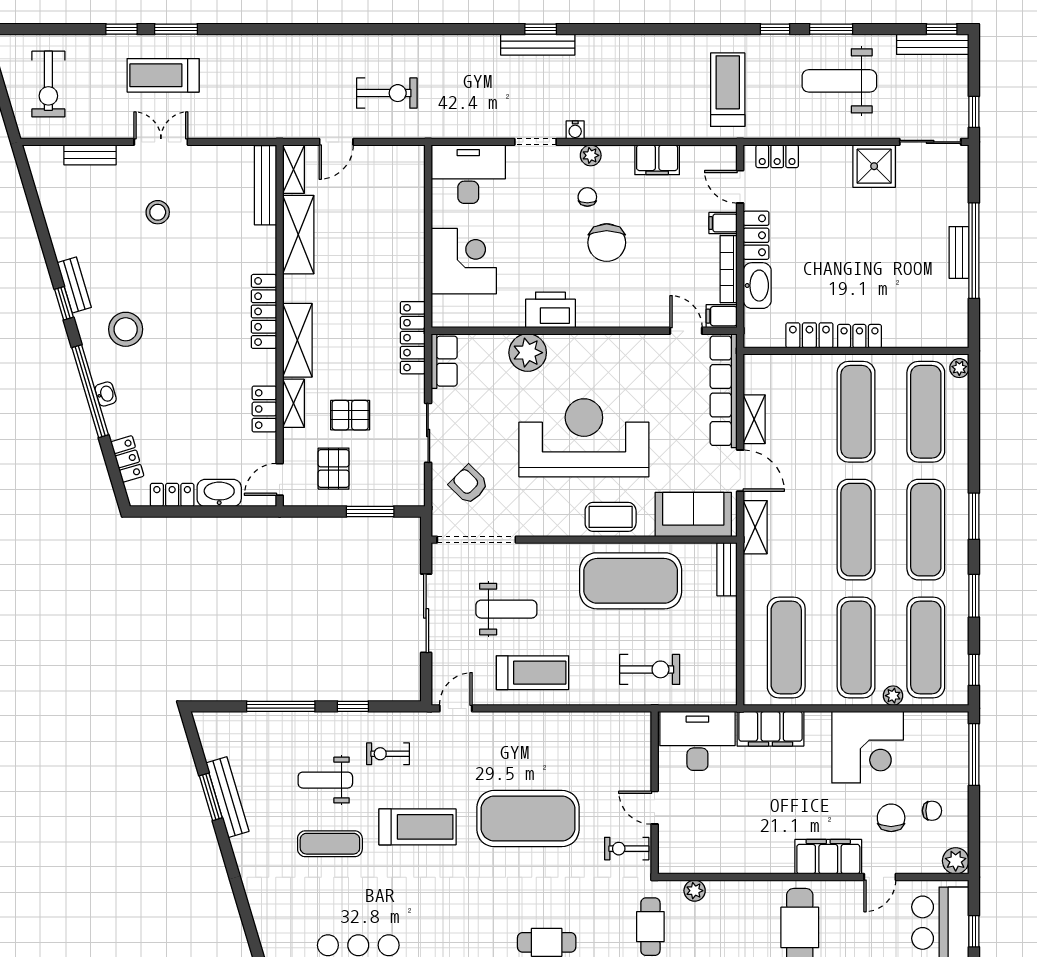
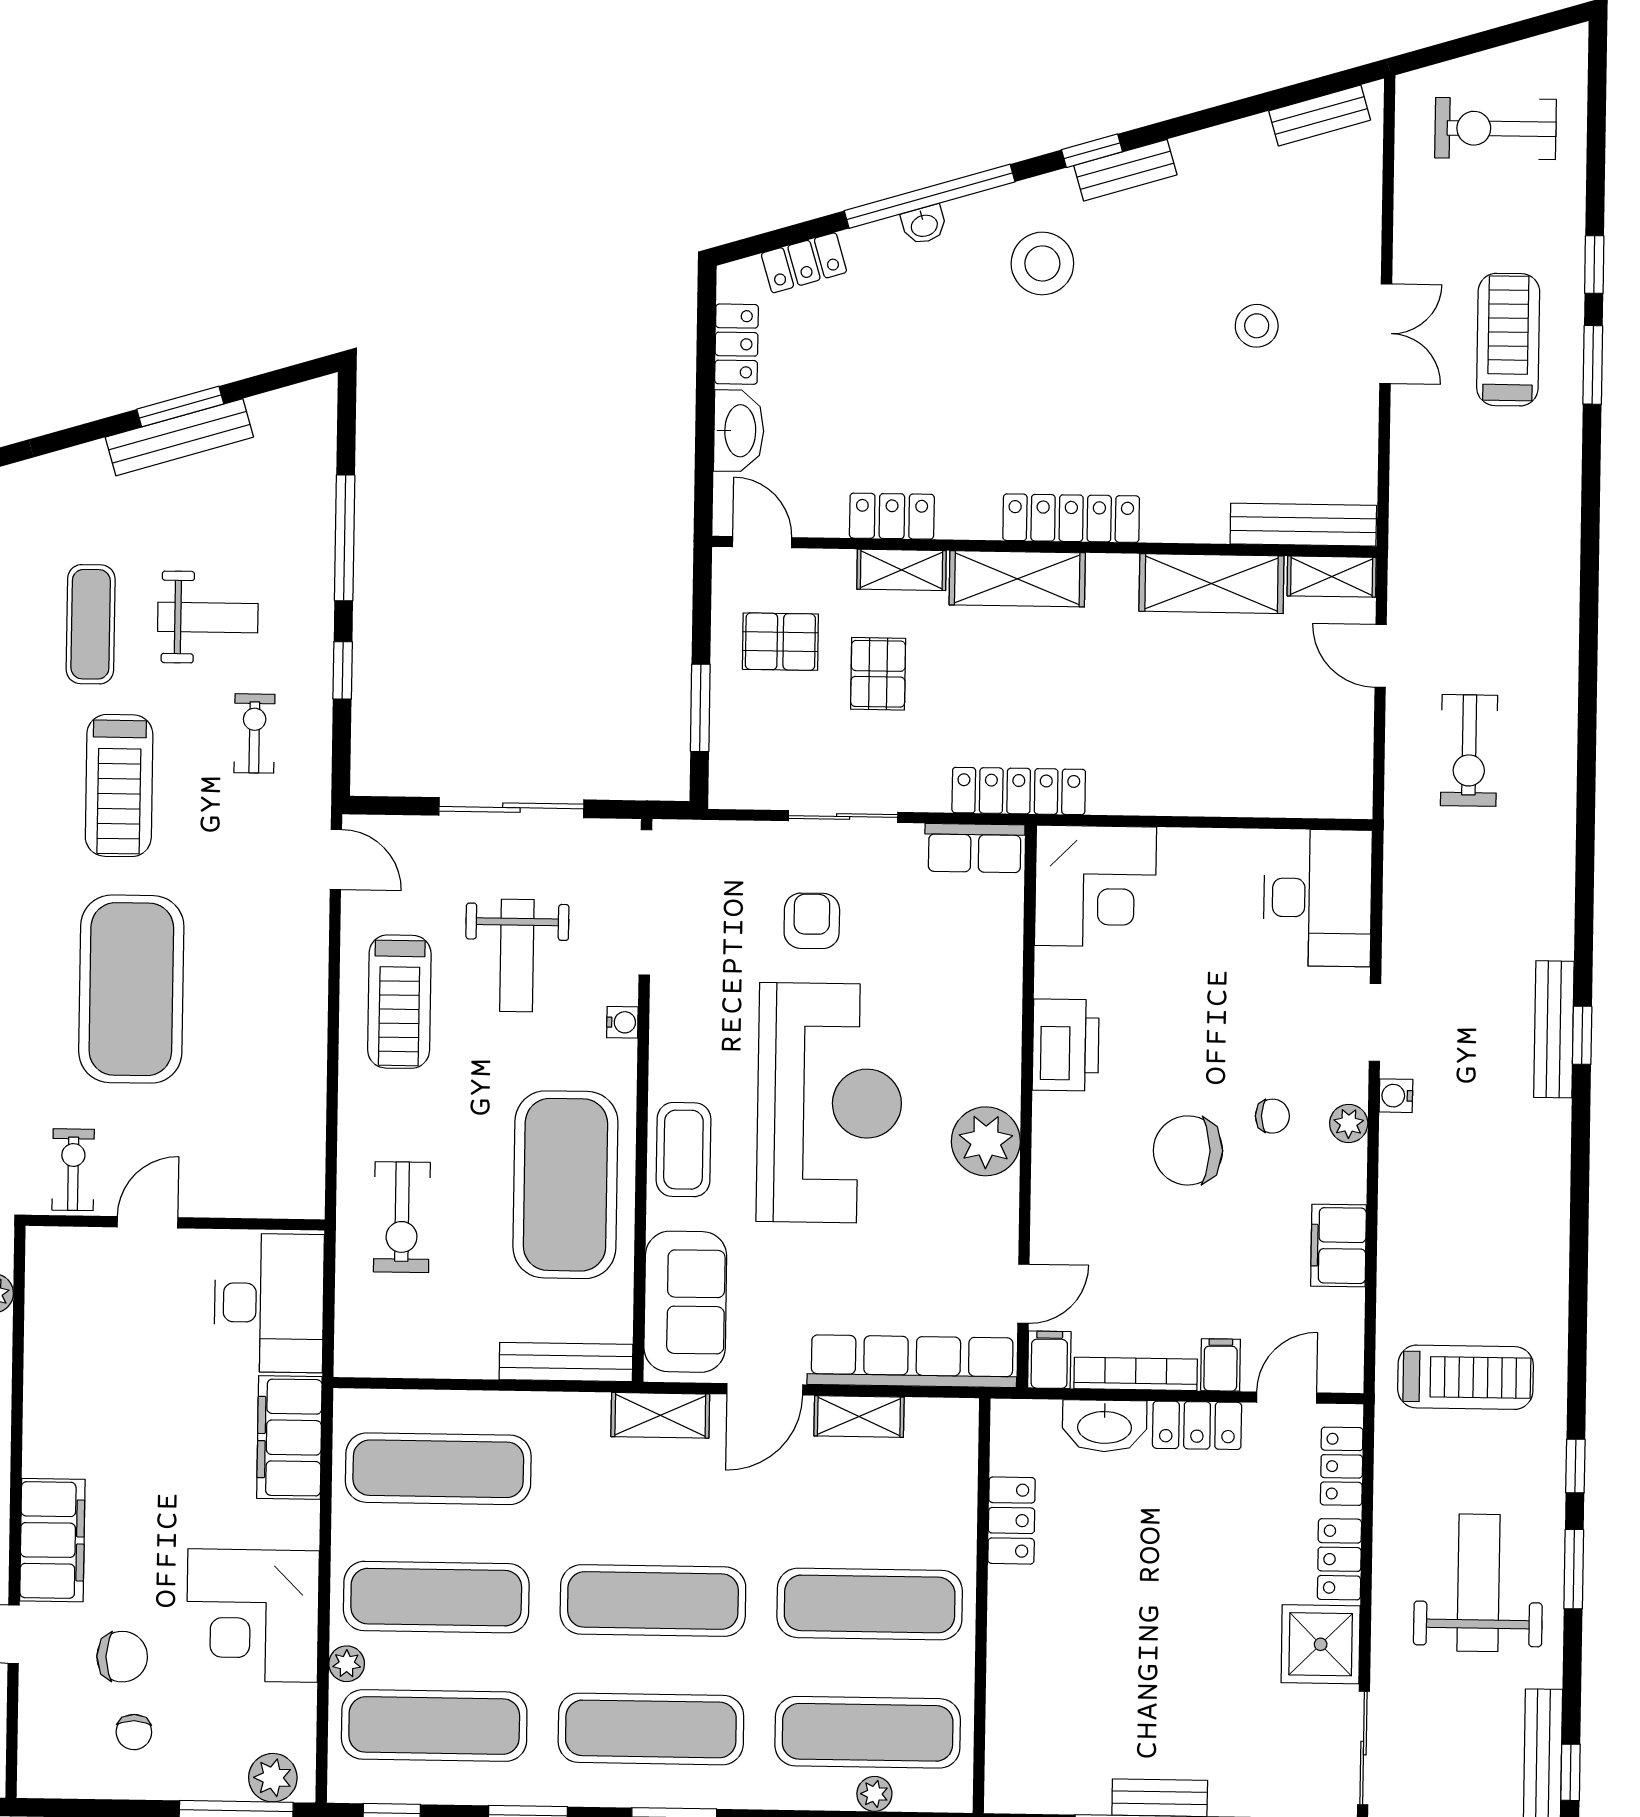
bench: (90, 155) -> (1320, 115), moved, turned 73
corner desk: (464, 261) -> (1096, 886), moved
locker: (859, 336) -> (1339, 1559), moved, turned 180
plant: (528, 353) -> (986, 1141), moved
plant: (959, 368) -> (874, 1794), moved
armchair: (469, 485) -> (812, 921), moved, turned -45
water cooler: (542, 551) -> (622, 1022), added
bench: (727, 569) -> (566, 1362), width x1.36
weight bench: (325, 780) -> (208, 617), turned 90
plant: (956, 861) -> (273, 1778), moved

